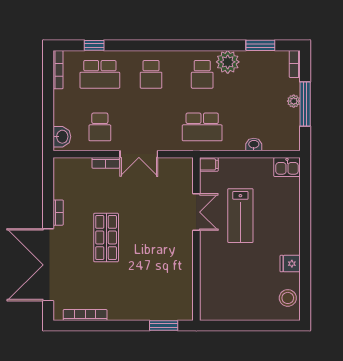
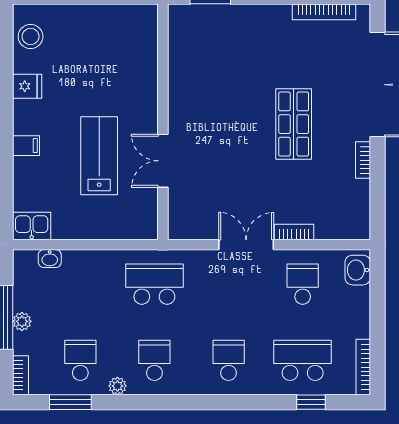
plant: (228, 62) -> (117, 386), width x0.53, depth x0.53
school desk: (253, 74) -> (80, 360), added
washbasin: (254, 145) -> (50, 259), moved
filing cabinet: (209, 164) -> (26, 146), moved, turned 180

